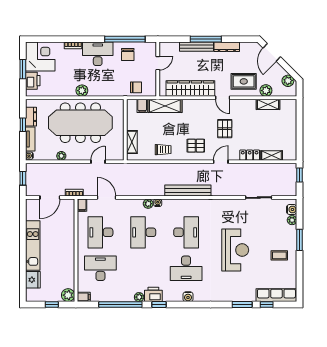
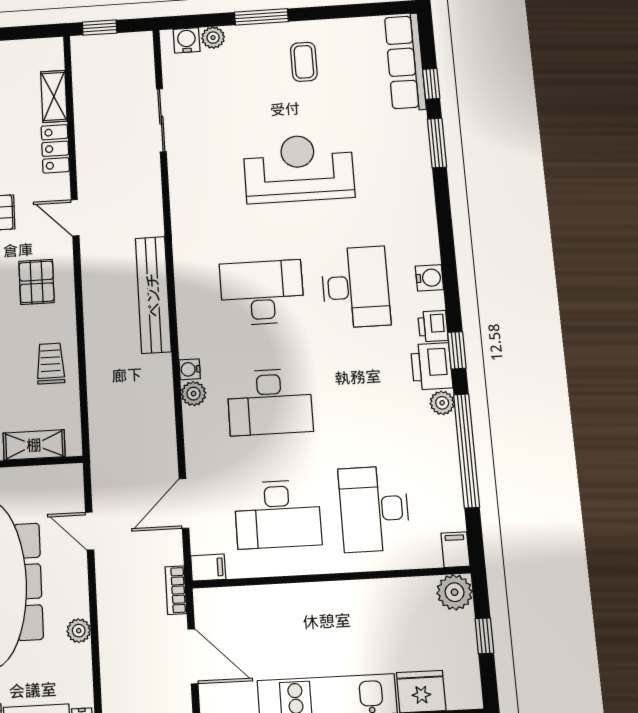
printer: (169, 296) -> (433, 326), added

